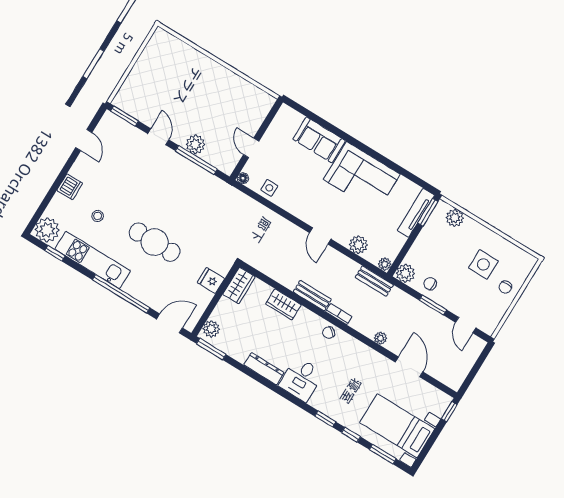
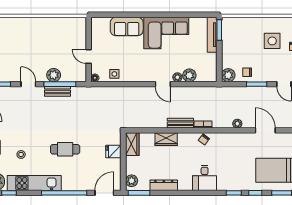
plant: (455, 218) -> (238, 23), removed
cafe table: (155, 242) -> (65, 149), width x0.73, depth x0.74
plant: (385, 264) -> (177, 77), moved
bench: (374, 281) -> (58, 91), moved
dresser: (264, 369) -> (164, 185), moved

